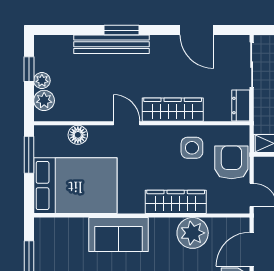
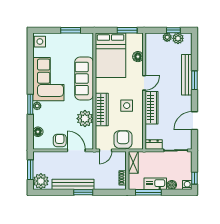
plant: (44, 100) -> (178, 38), moved
side table: (192, 148) -> (127, 106), moved
armchair: (231, 162) -> (123, 139), turned -90
sofa: (119, 235) -> (84, 79), width x1.36

